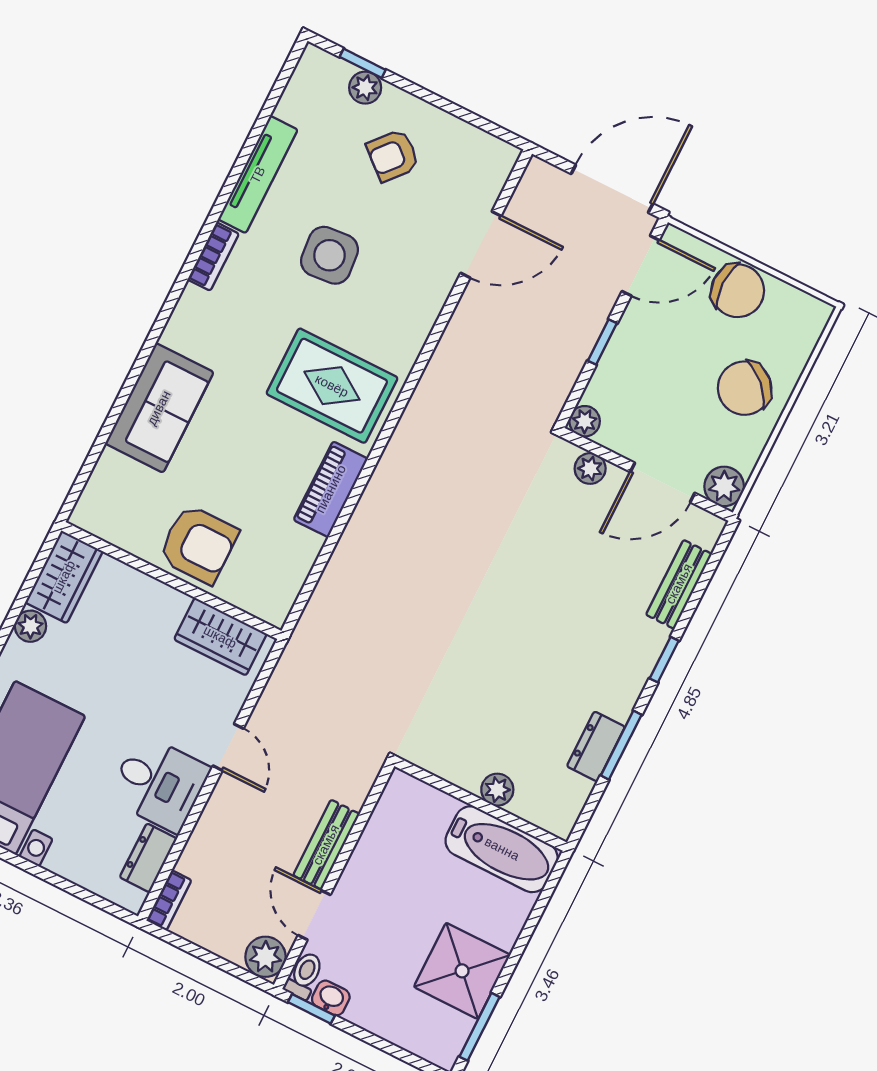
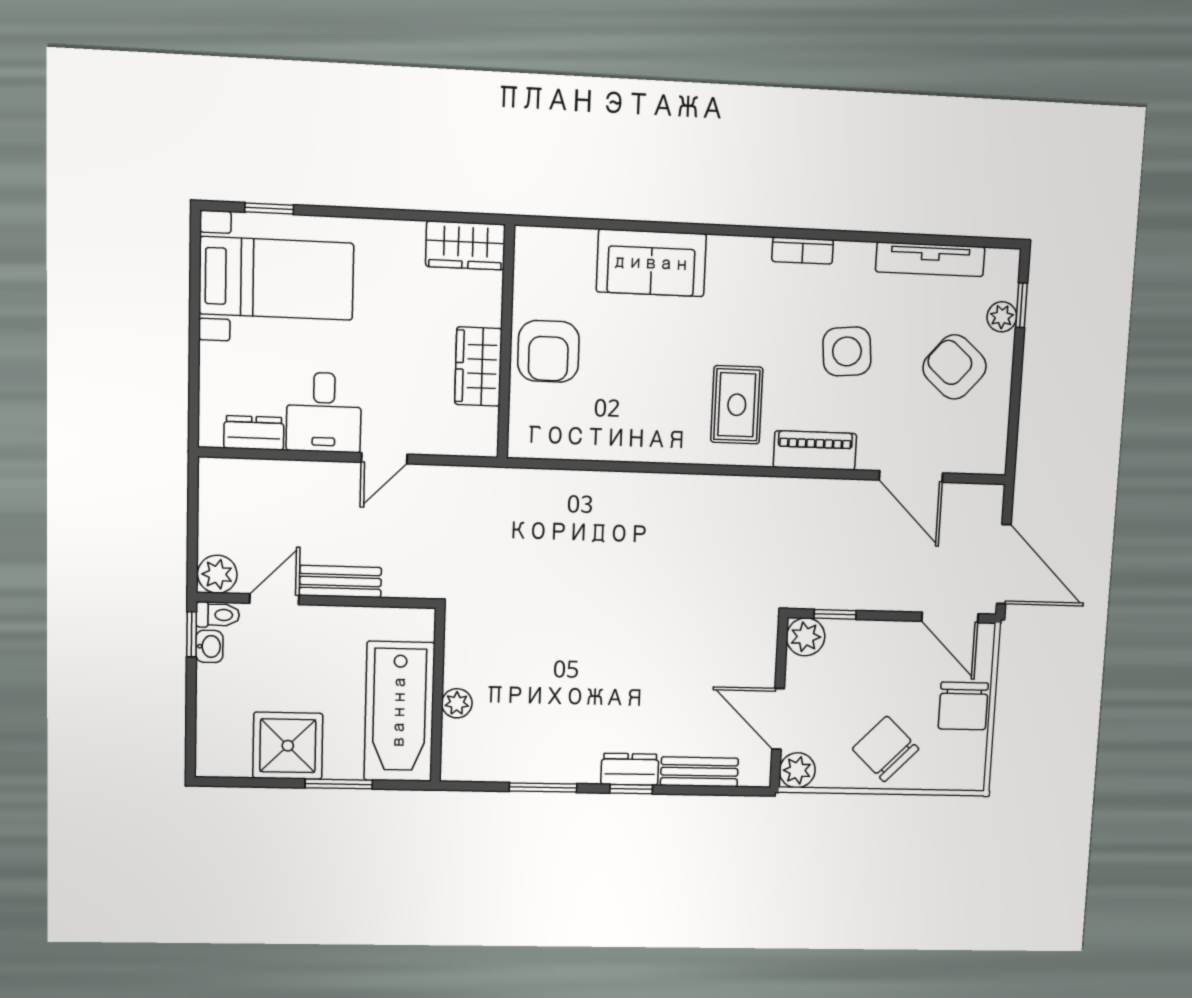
armchair: (393, 155) -> (955, 367), width x1.38, depth x1.38
tv unit: (258, 175) -> (930, 259), moved
window: (602, 342) -> (835, 614), moved
rug: (332, 386) -> (737, 405), width x0.73, depth x0.70
plant: (585, 421) -> (806, 637), width x1.38, depth x1.38
plant: (590, 468) -> (763, 654), removed
piano: (331, 489) -> (815, 450), moved
plant: (30, 626) -> (408, 235), removed
wardrobe: (220, 637) -> (478, 367), moved
dresser: (596, 746) -> (630, 769), moved
bathtub: (502, 849) -> (399, 712), width x1.36, depth x1.36
bookcase: (169, 900) -> (225, 468), removed
window: (479, 1027) -> (339, 784), moved

